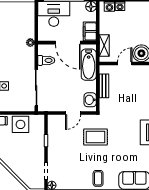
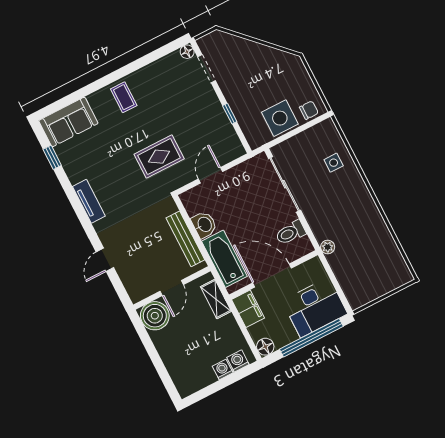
bench: (104, 86) -> (185, 239), width x1.36
washbasin: (90, 100) -> (204, 225), moved

